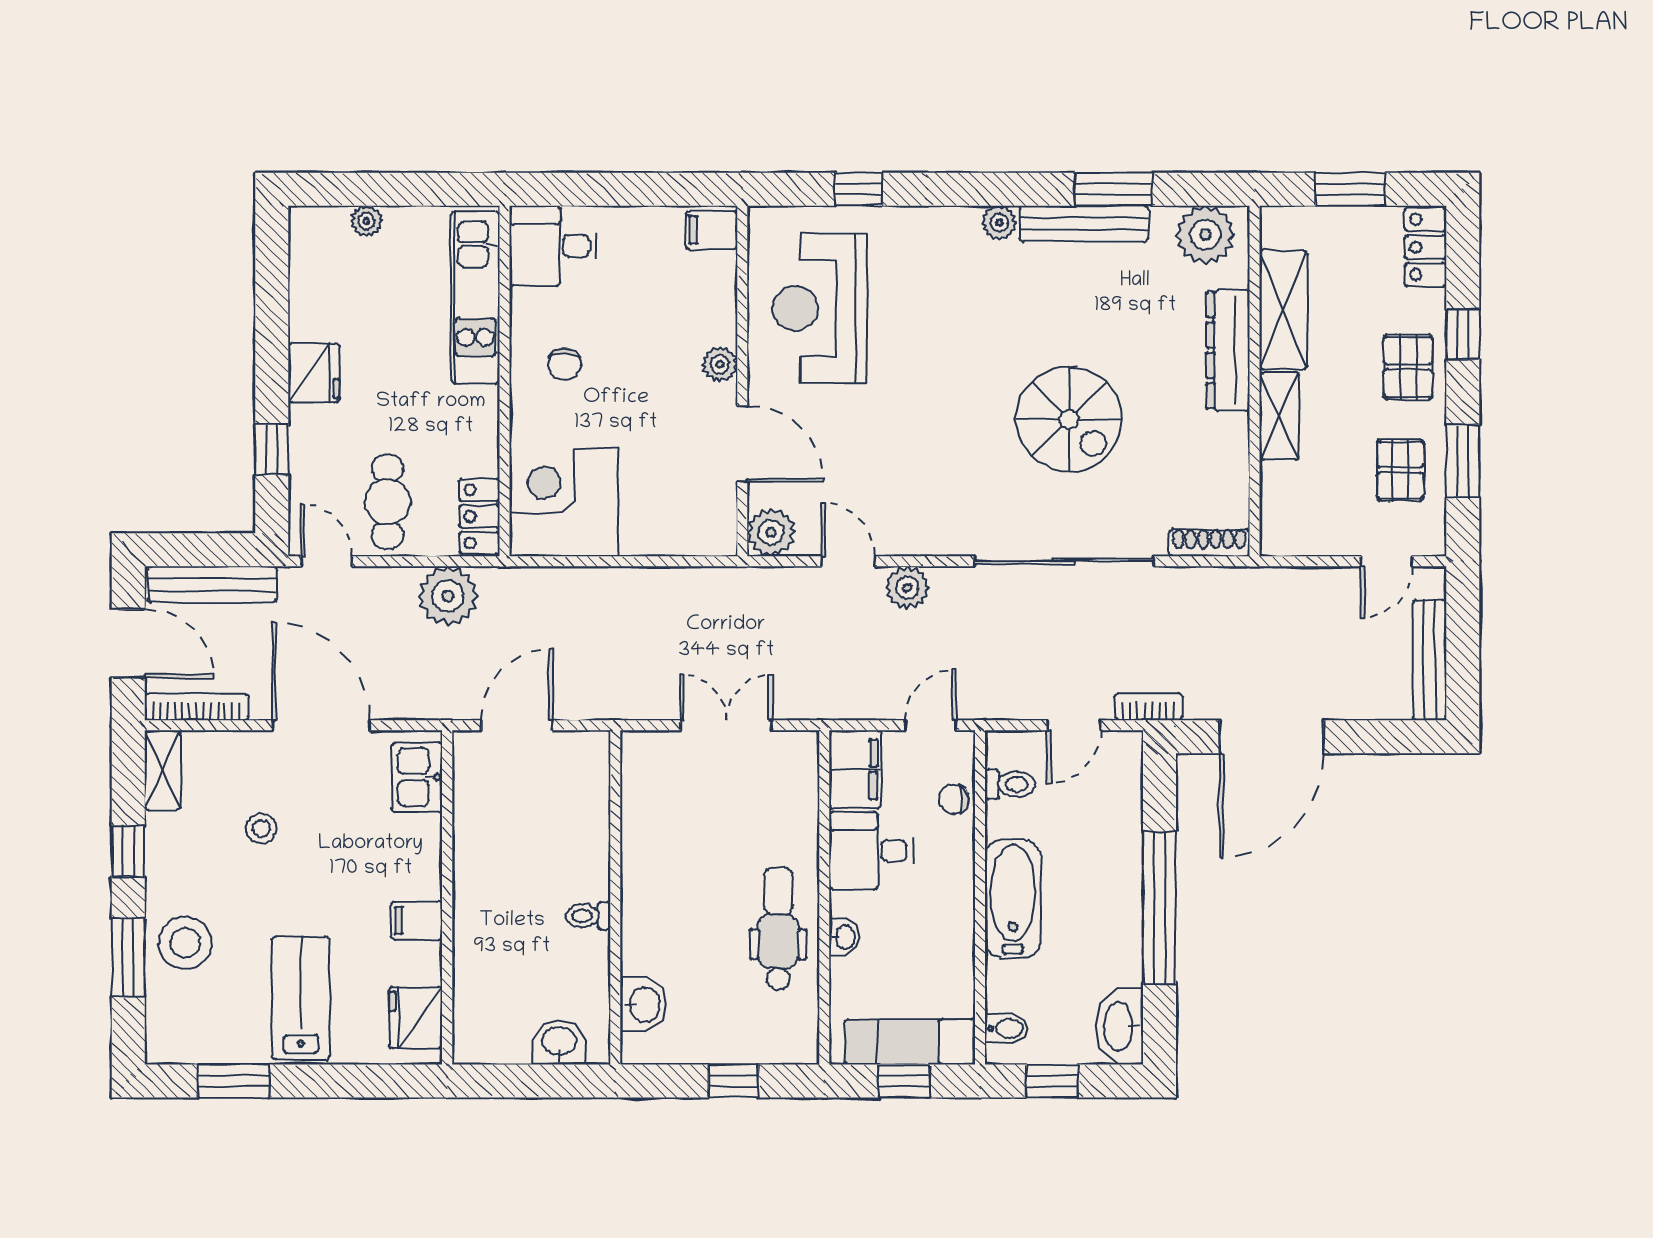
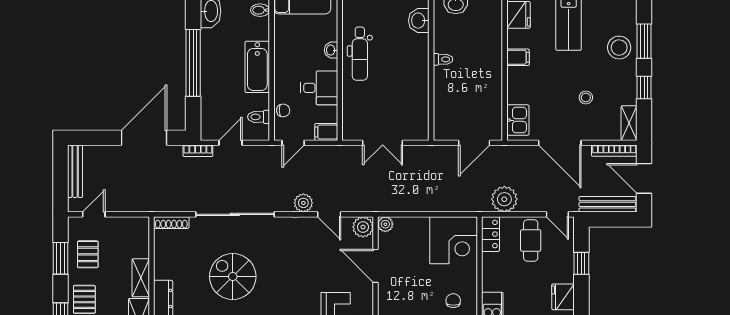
plant: (720, 364) -> (385, 224), moved
filing cabinet: (855, 769) -> (326, 132), width x0.50

